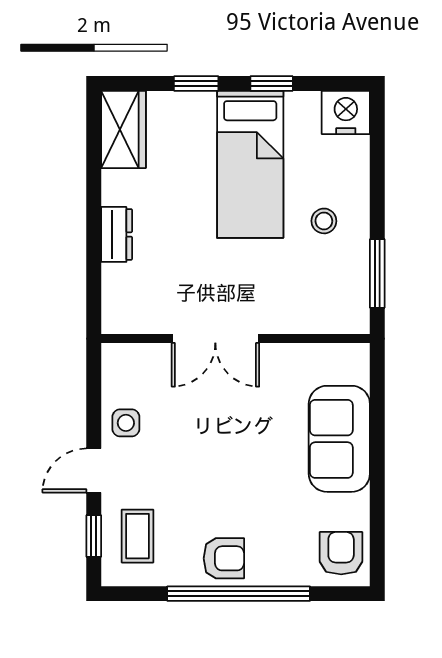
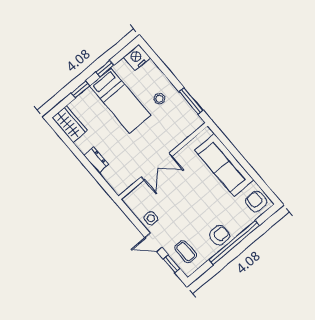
sofa: (339, 439) -> (224, 165), width x1.36
door: (94, 471) -> (154, 242), hinge flipped

